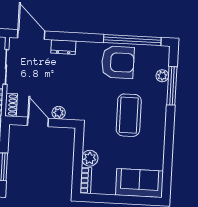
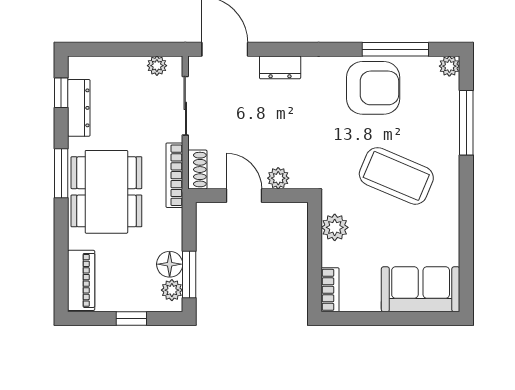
window: (132, 40) -> (395, 49), width x0.68
plant: (162, 76) -> (449, 66), moved
coffee table: (129, 115) -> (396, 176), turned -67
plant: (90, 158) -> (335, 227), moved

